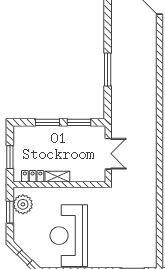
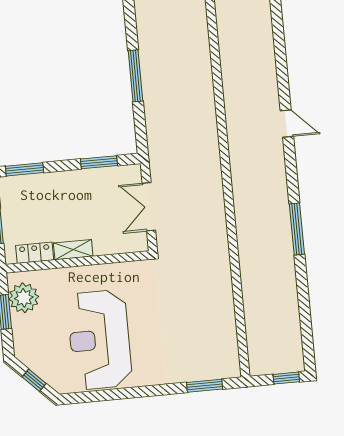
window: (47, 122) -> (25, 169), moved
double door: (108, 154) -> (149, 207), swing flipped

